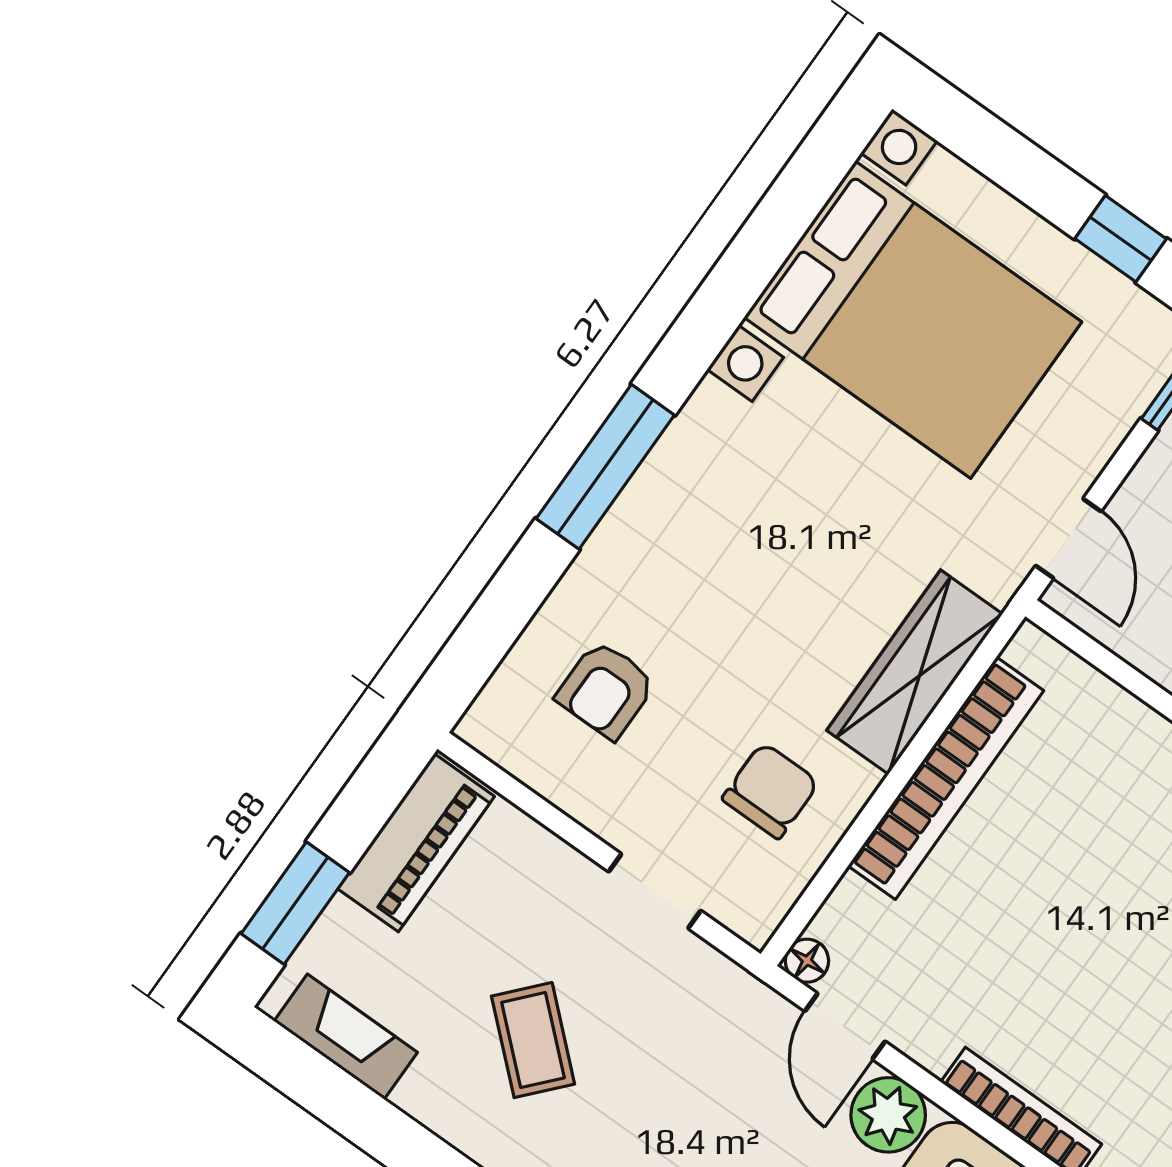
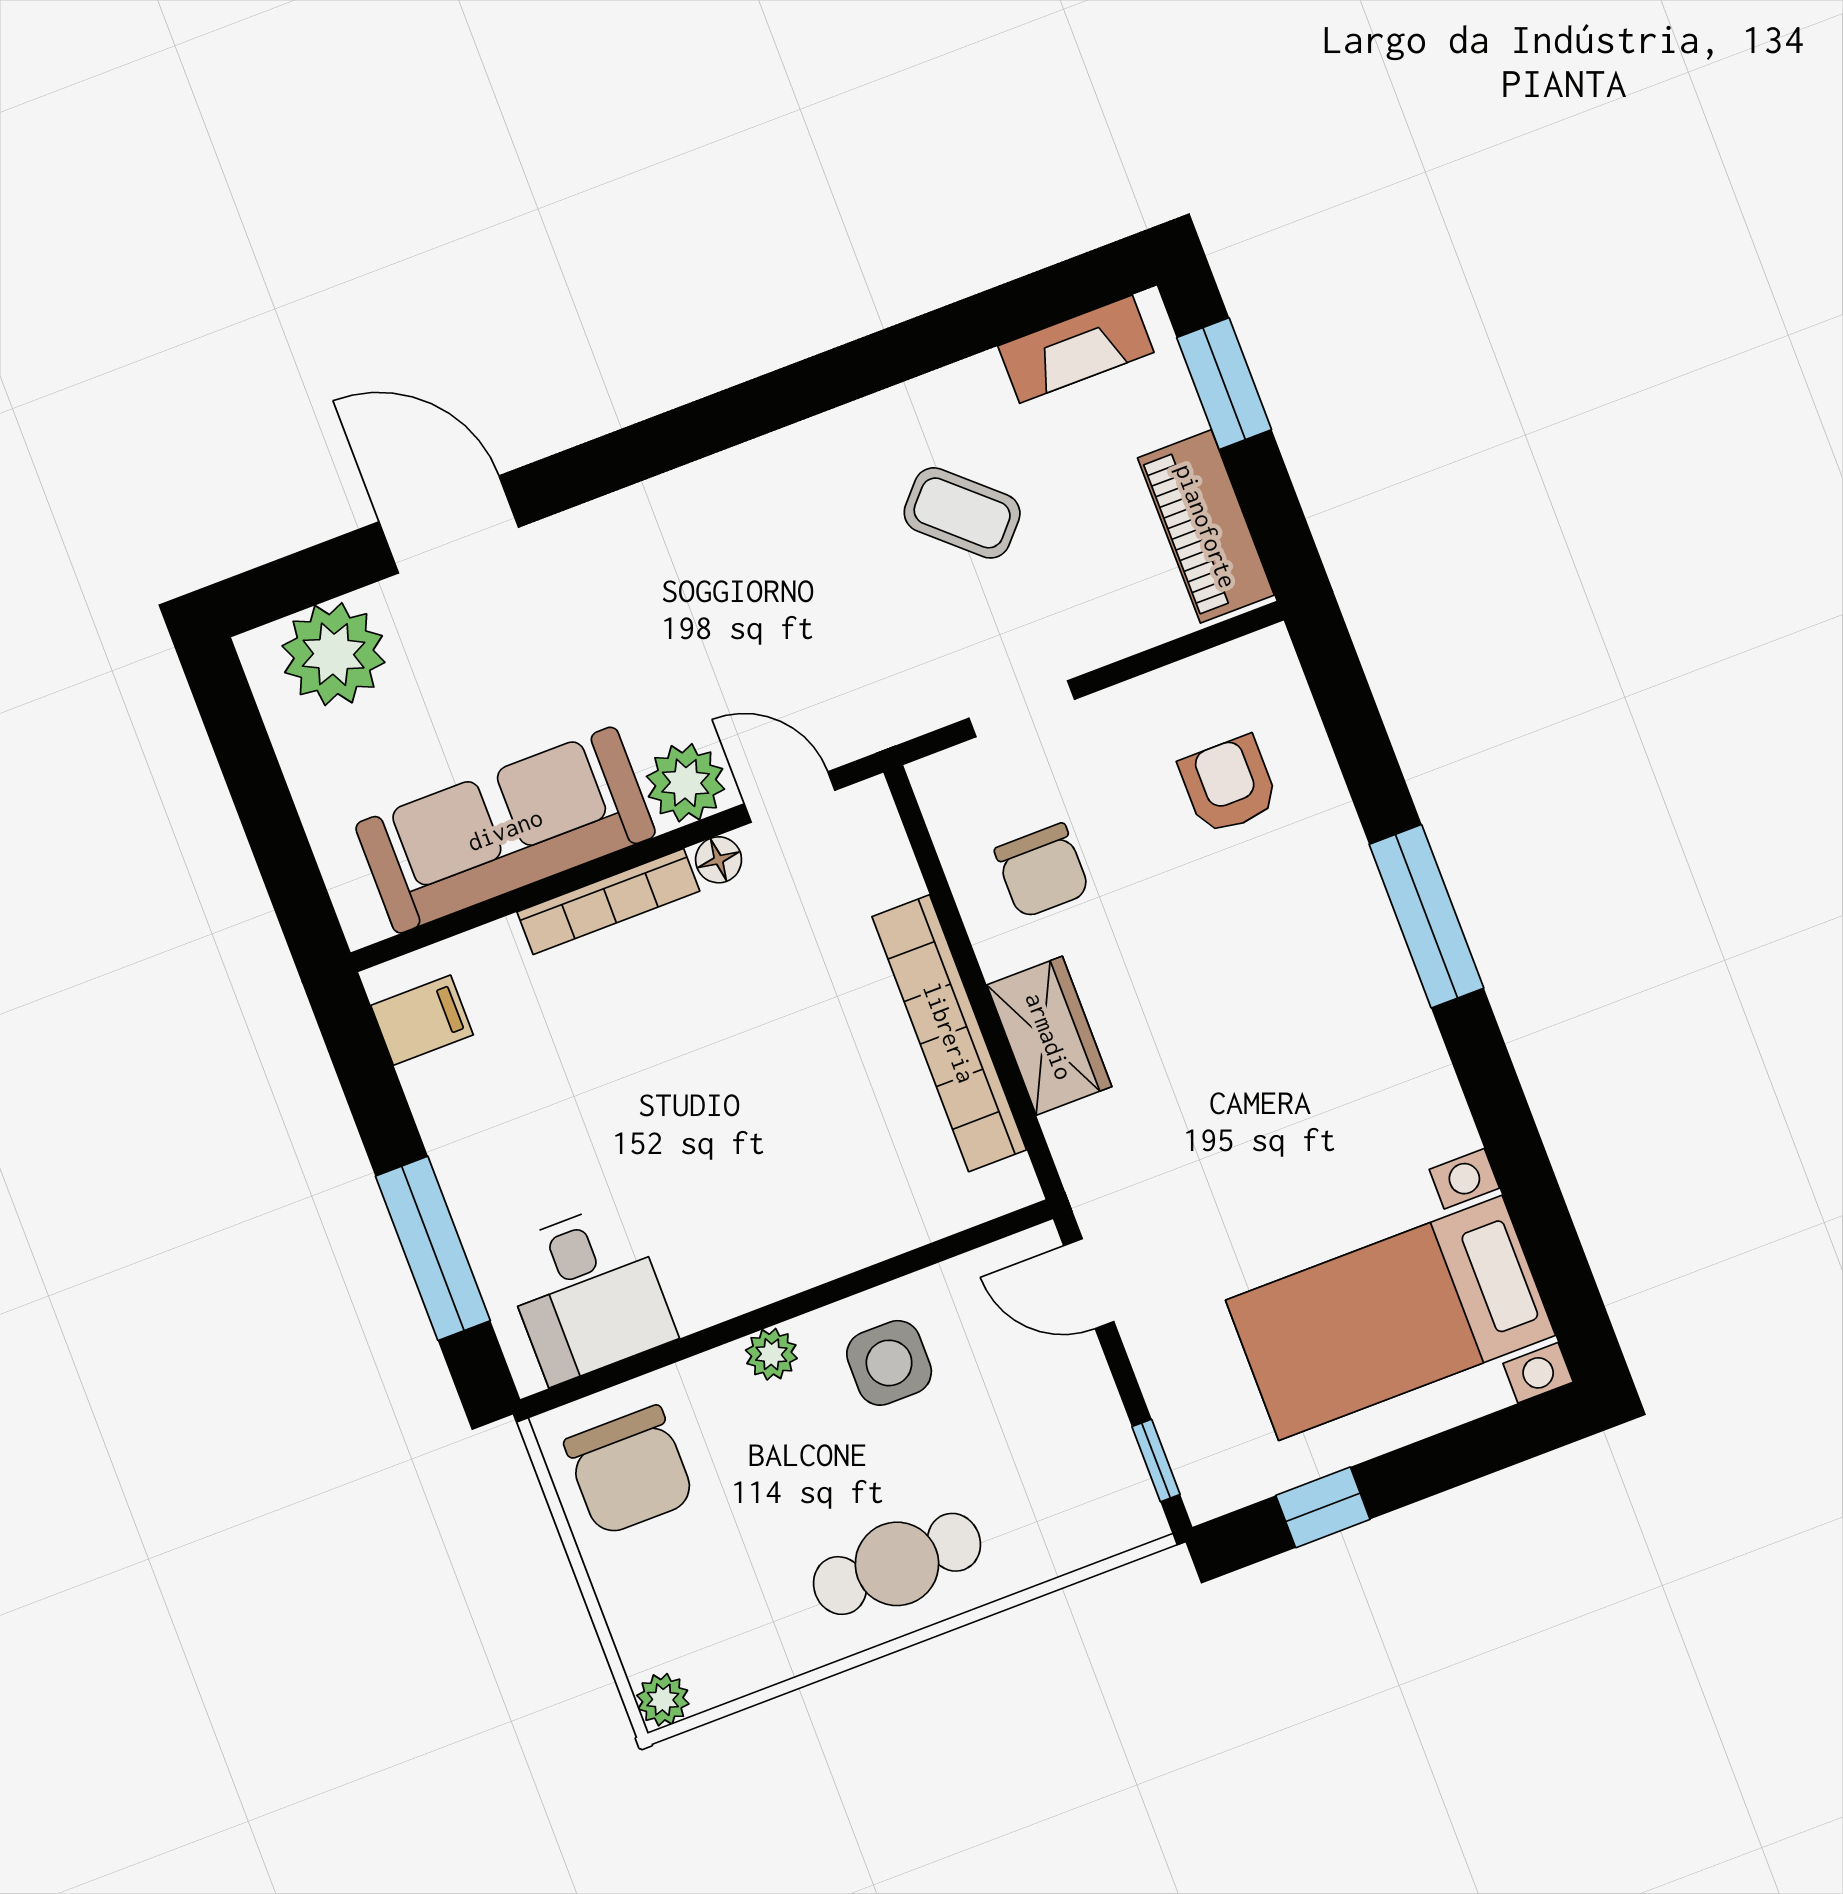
bed with nightstands: (913, 320) -> (1390, 1318), width x0.73
wardrobe: (915, 672) -> (1049, 1036), width x0.67
floor lamp: (807, 961) -> (719, 860), moved

